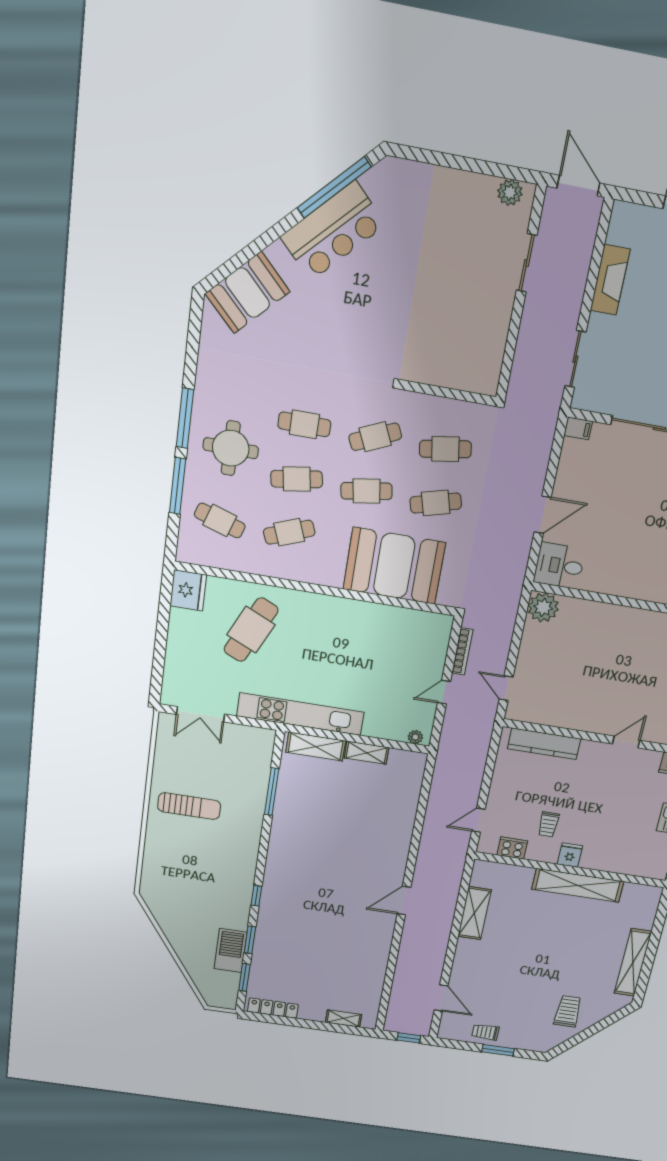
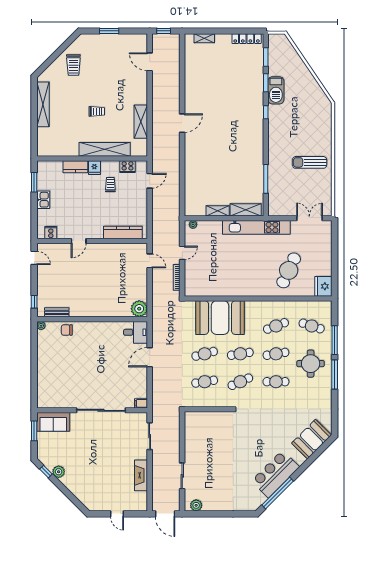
kitchen counter: (602, 861) -> (75, 167), added
shelving: (578, 885) -> (105, 149), moved
barbecue: (231, 951) -> (276, 90), moved
trolley: (485, 1032) -> (97, 111), moved

